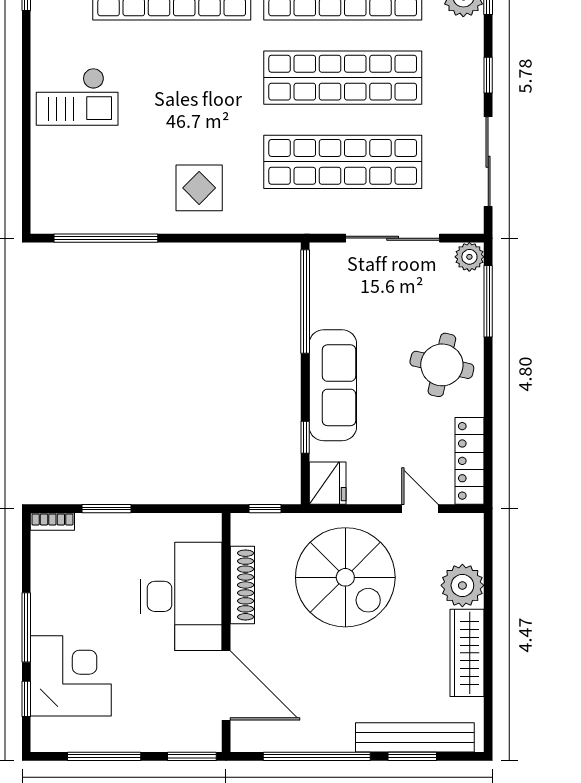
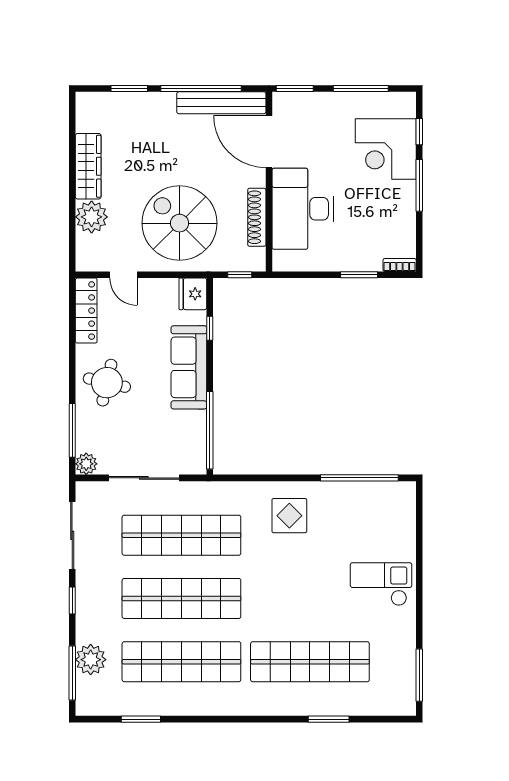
bench: (415, 737) -> (221, 103), moved

